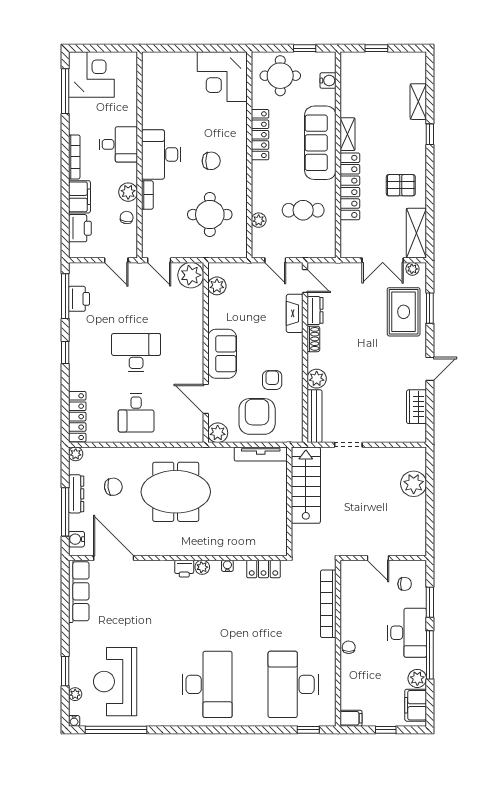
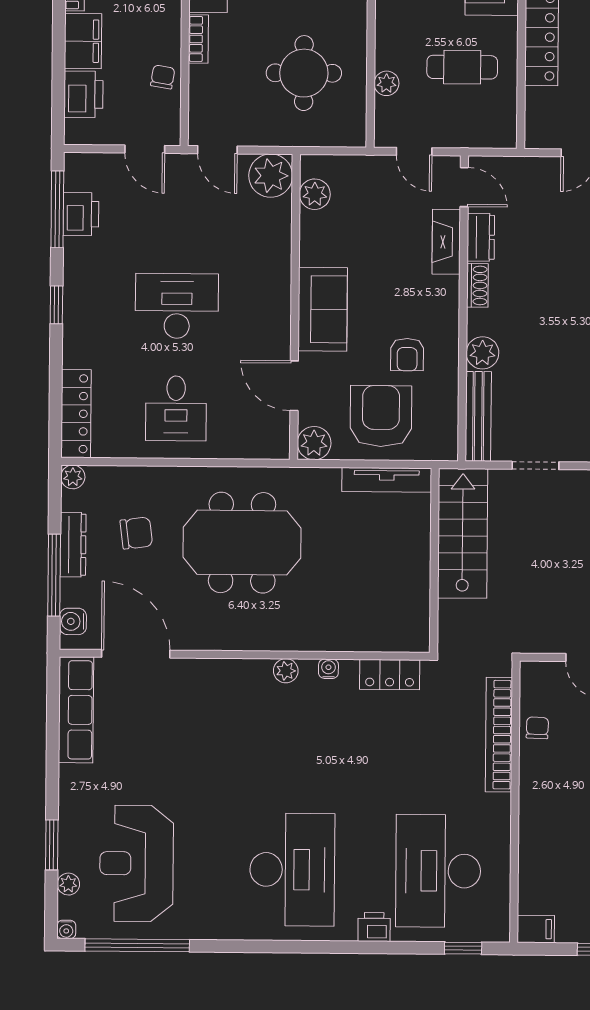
plant: (128, 192) -> (166, 34), removed
armchair: (272, 380) -> (407, 355), turned 180
printer: (184, 569) -> (374, 927), moved, turned 180
chair: (349, 647) -> (537, 728), moved

